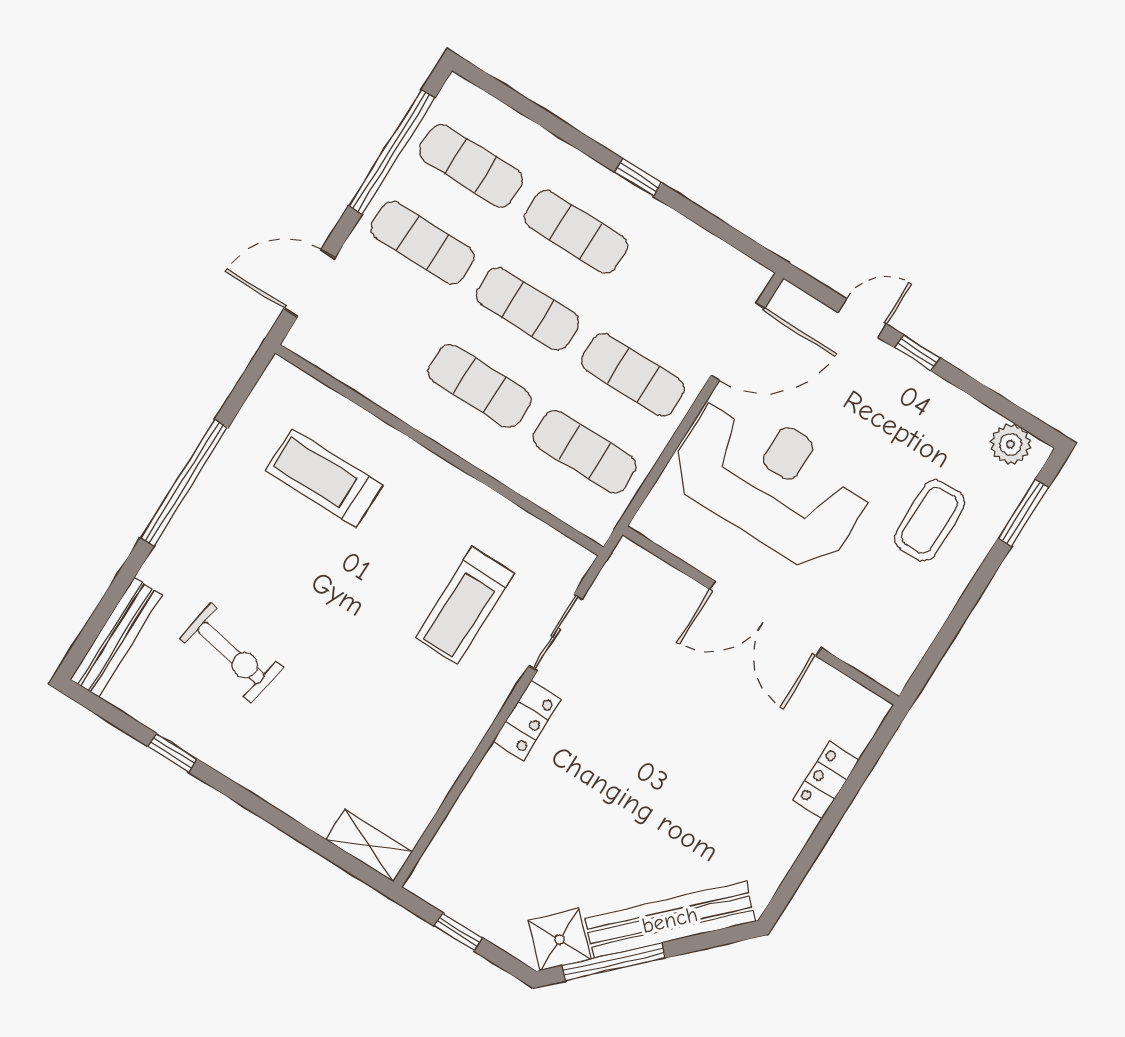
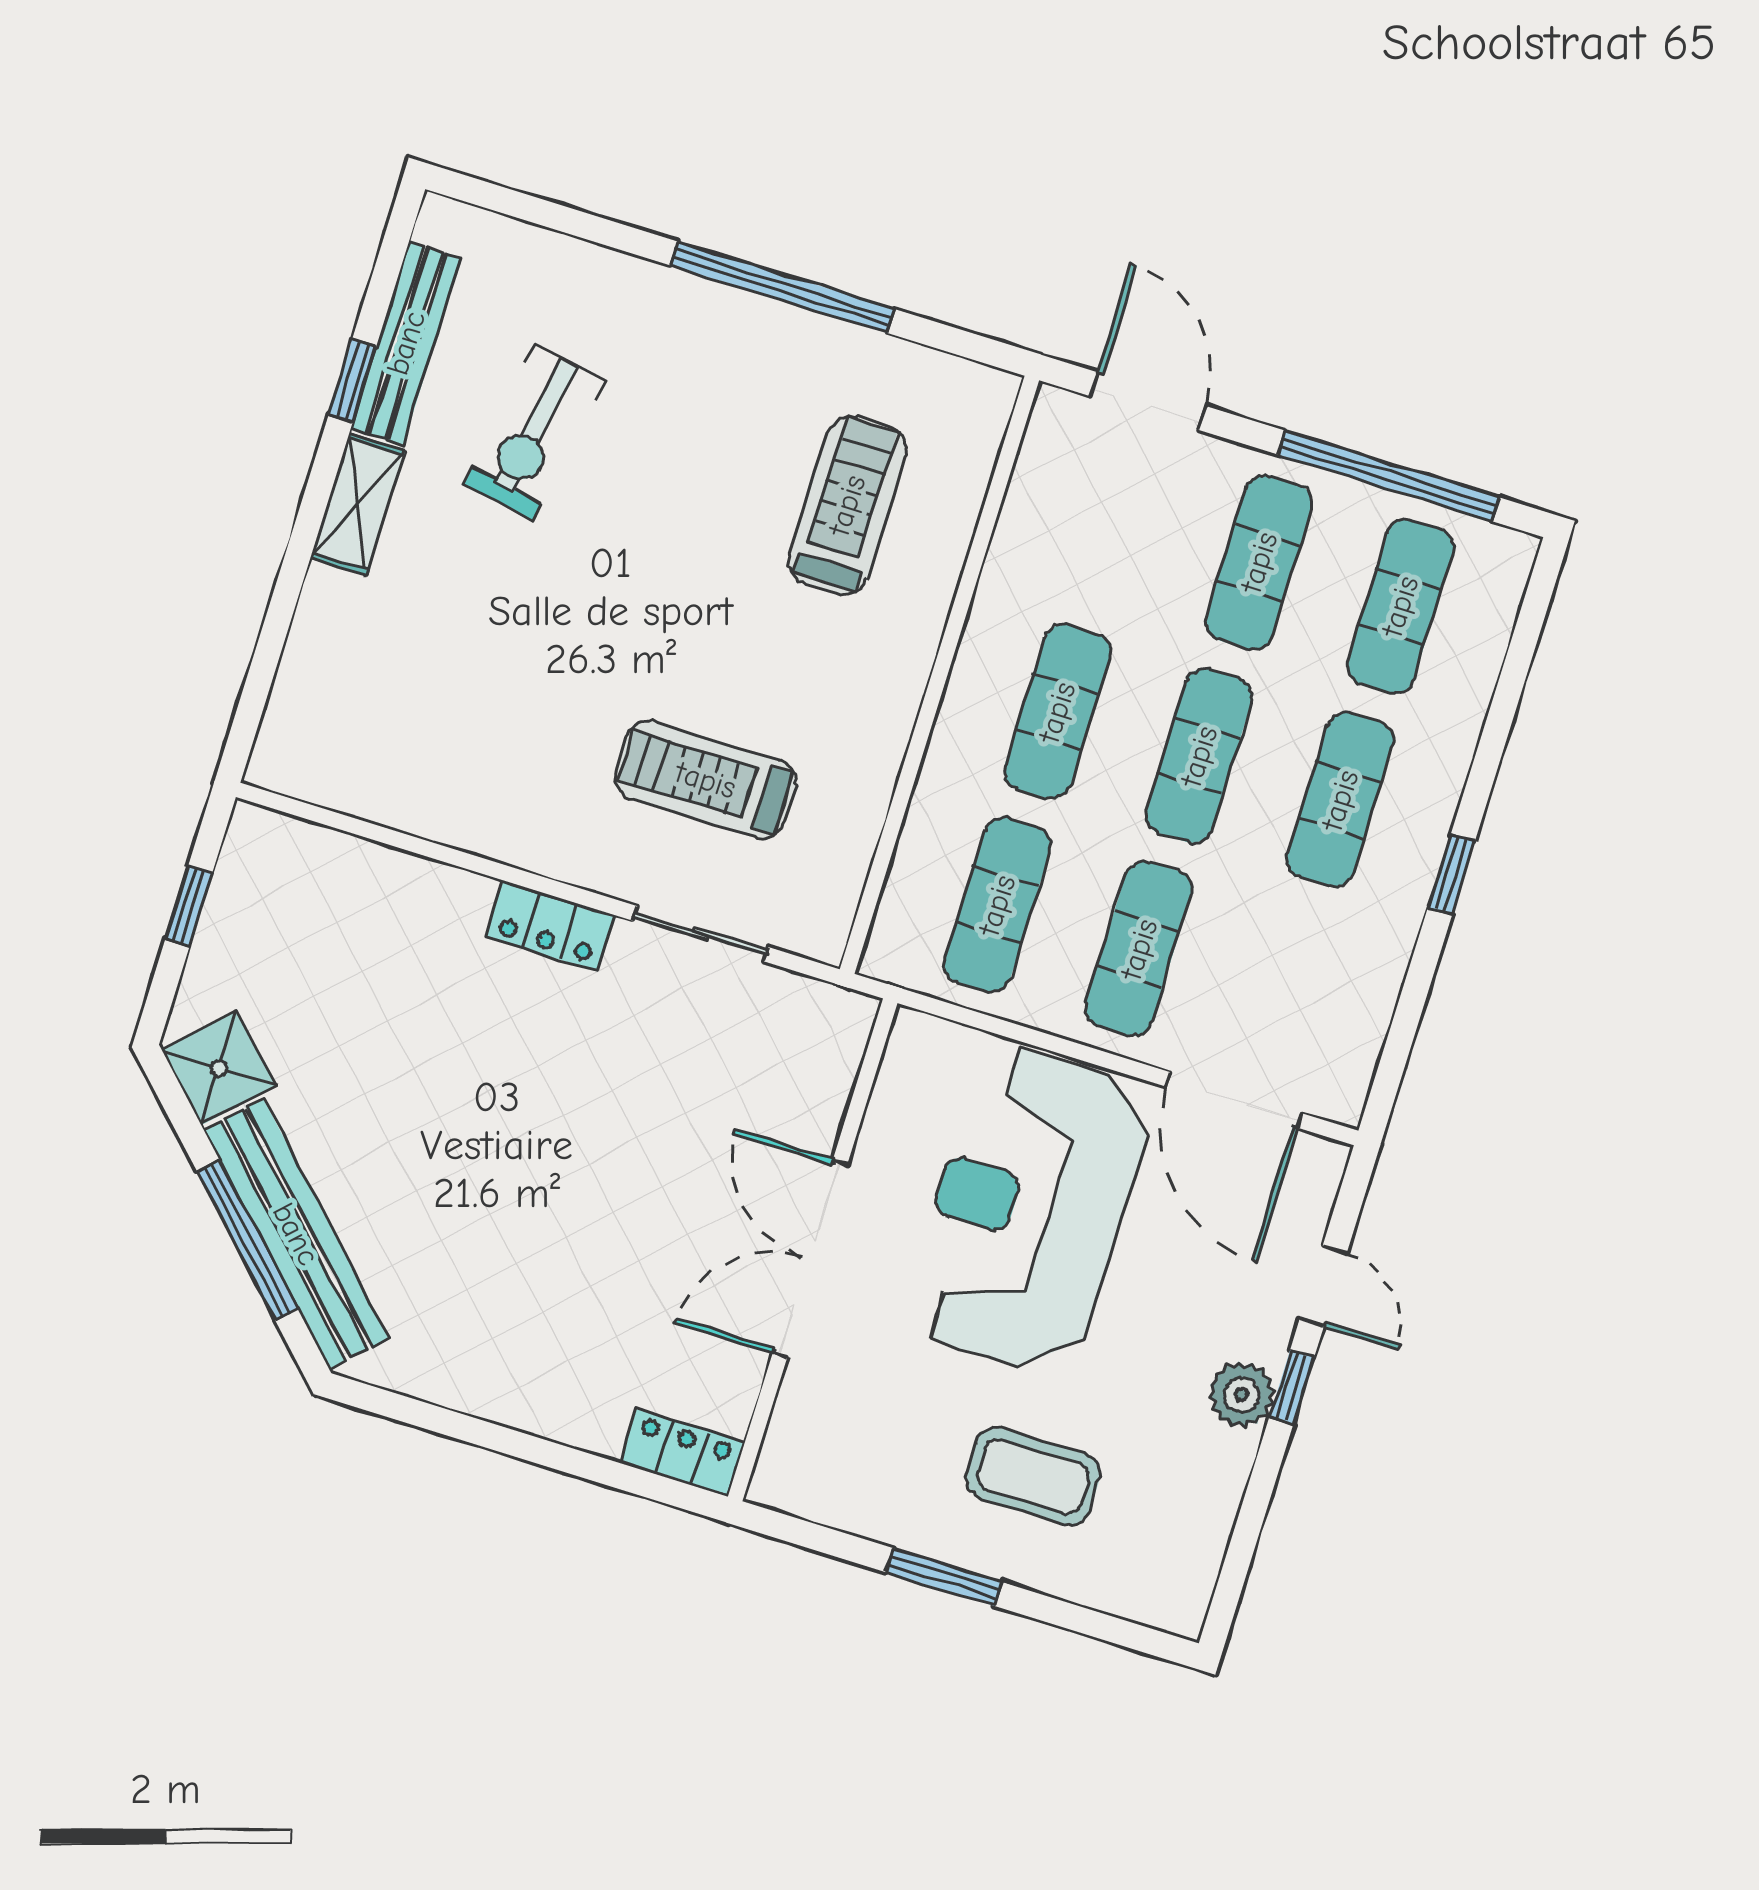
plant: (1011, 444) -> (1242, 1394), moved
reception desk: (771, 481) -> (1028, 1210), turned 180
window: (1023, 513) -> (944, 1577), moved
bench: (116, 637) -> (406, 343), moved, turned 90
locker: (826, 780) -> (682, 1453), moved
shelving: (369, 846) -> (358, 504), moved
window: (614, 962) -> (247, 1240), moved

